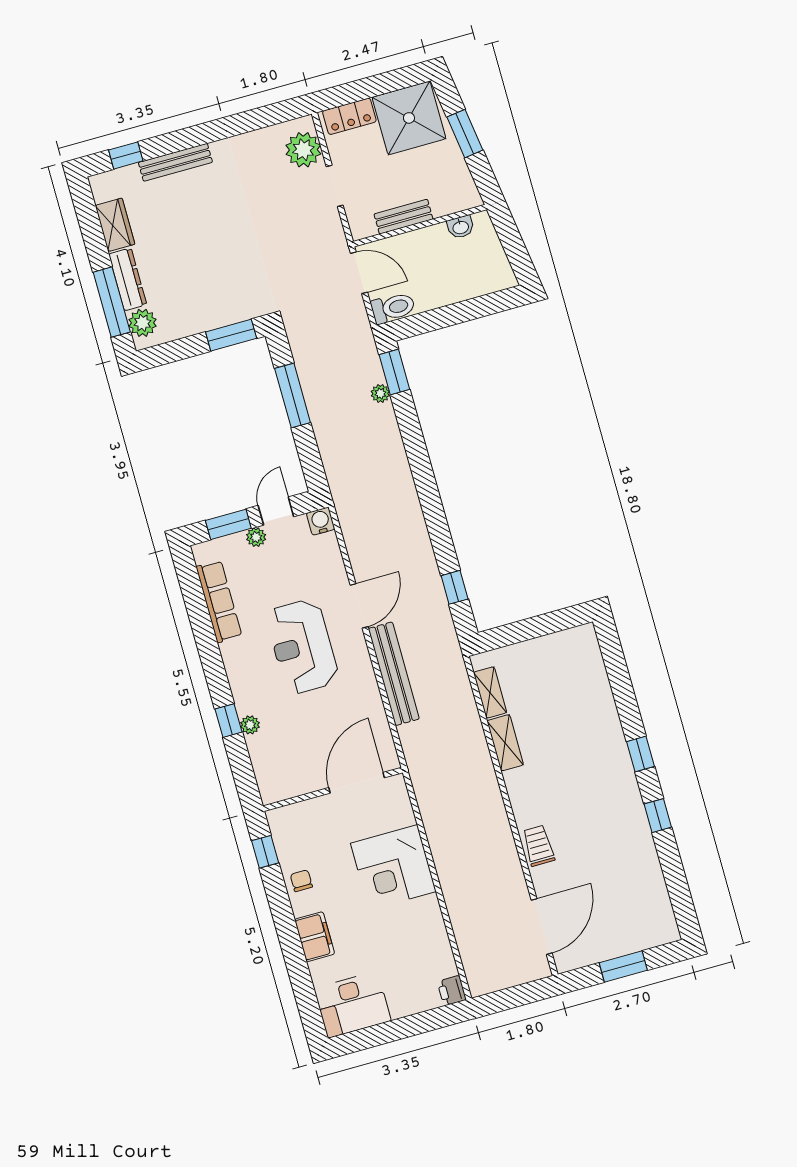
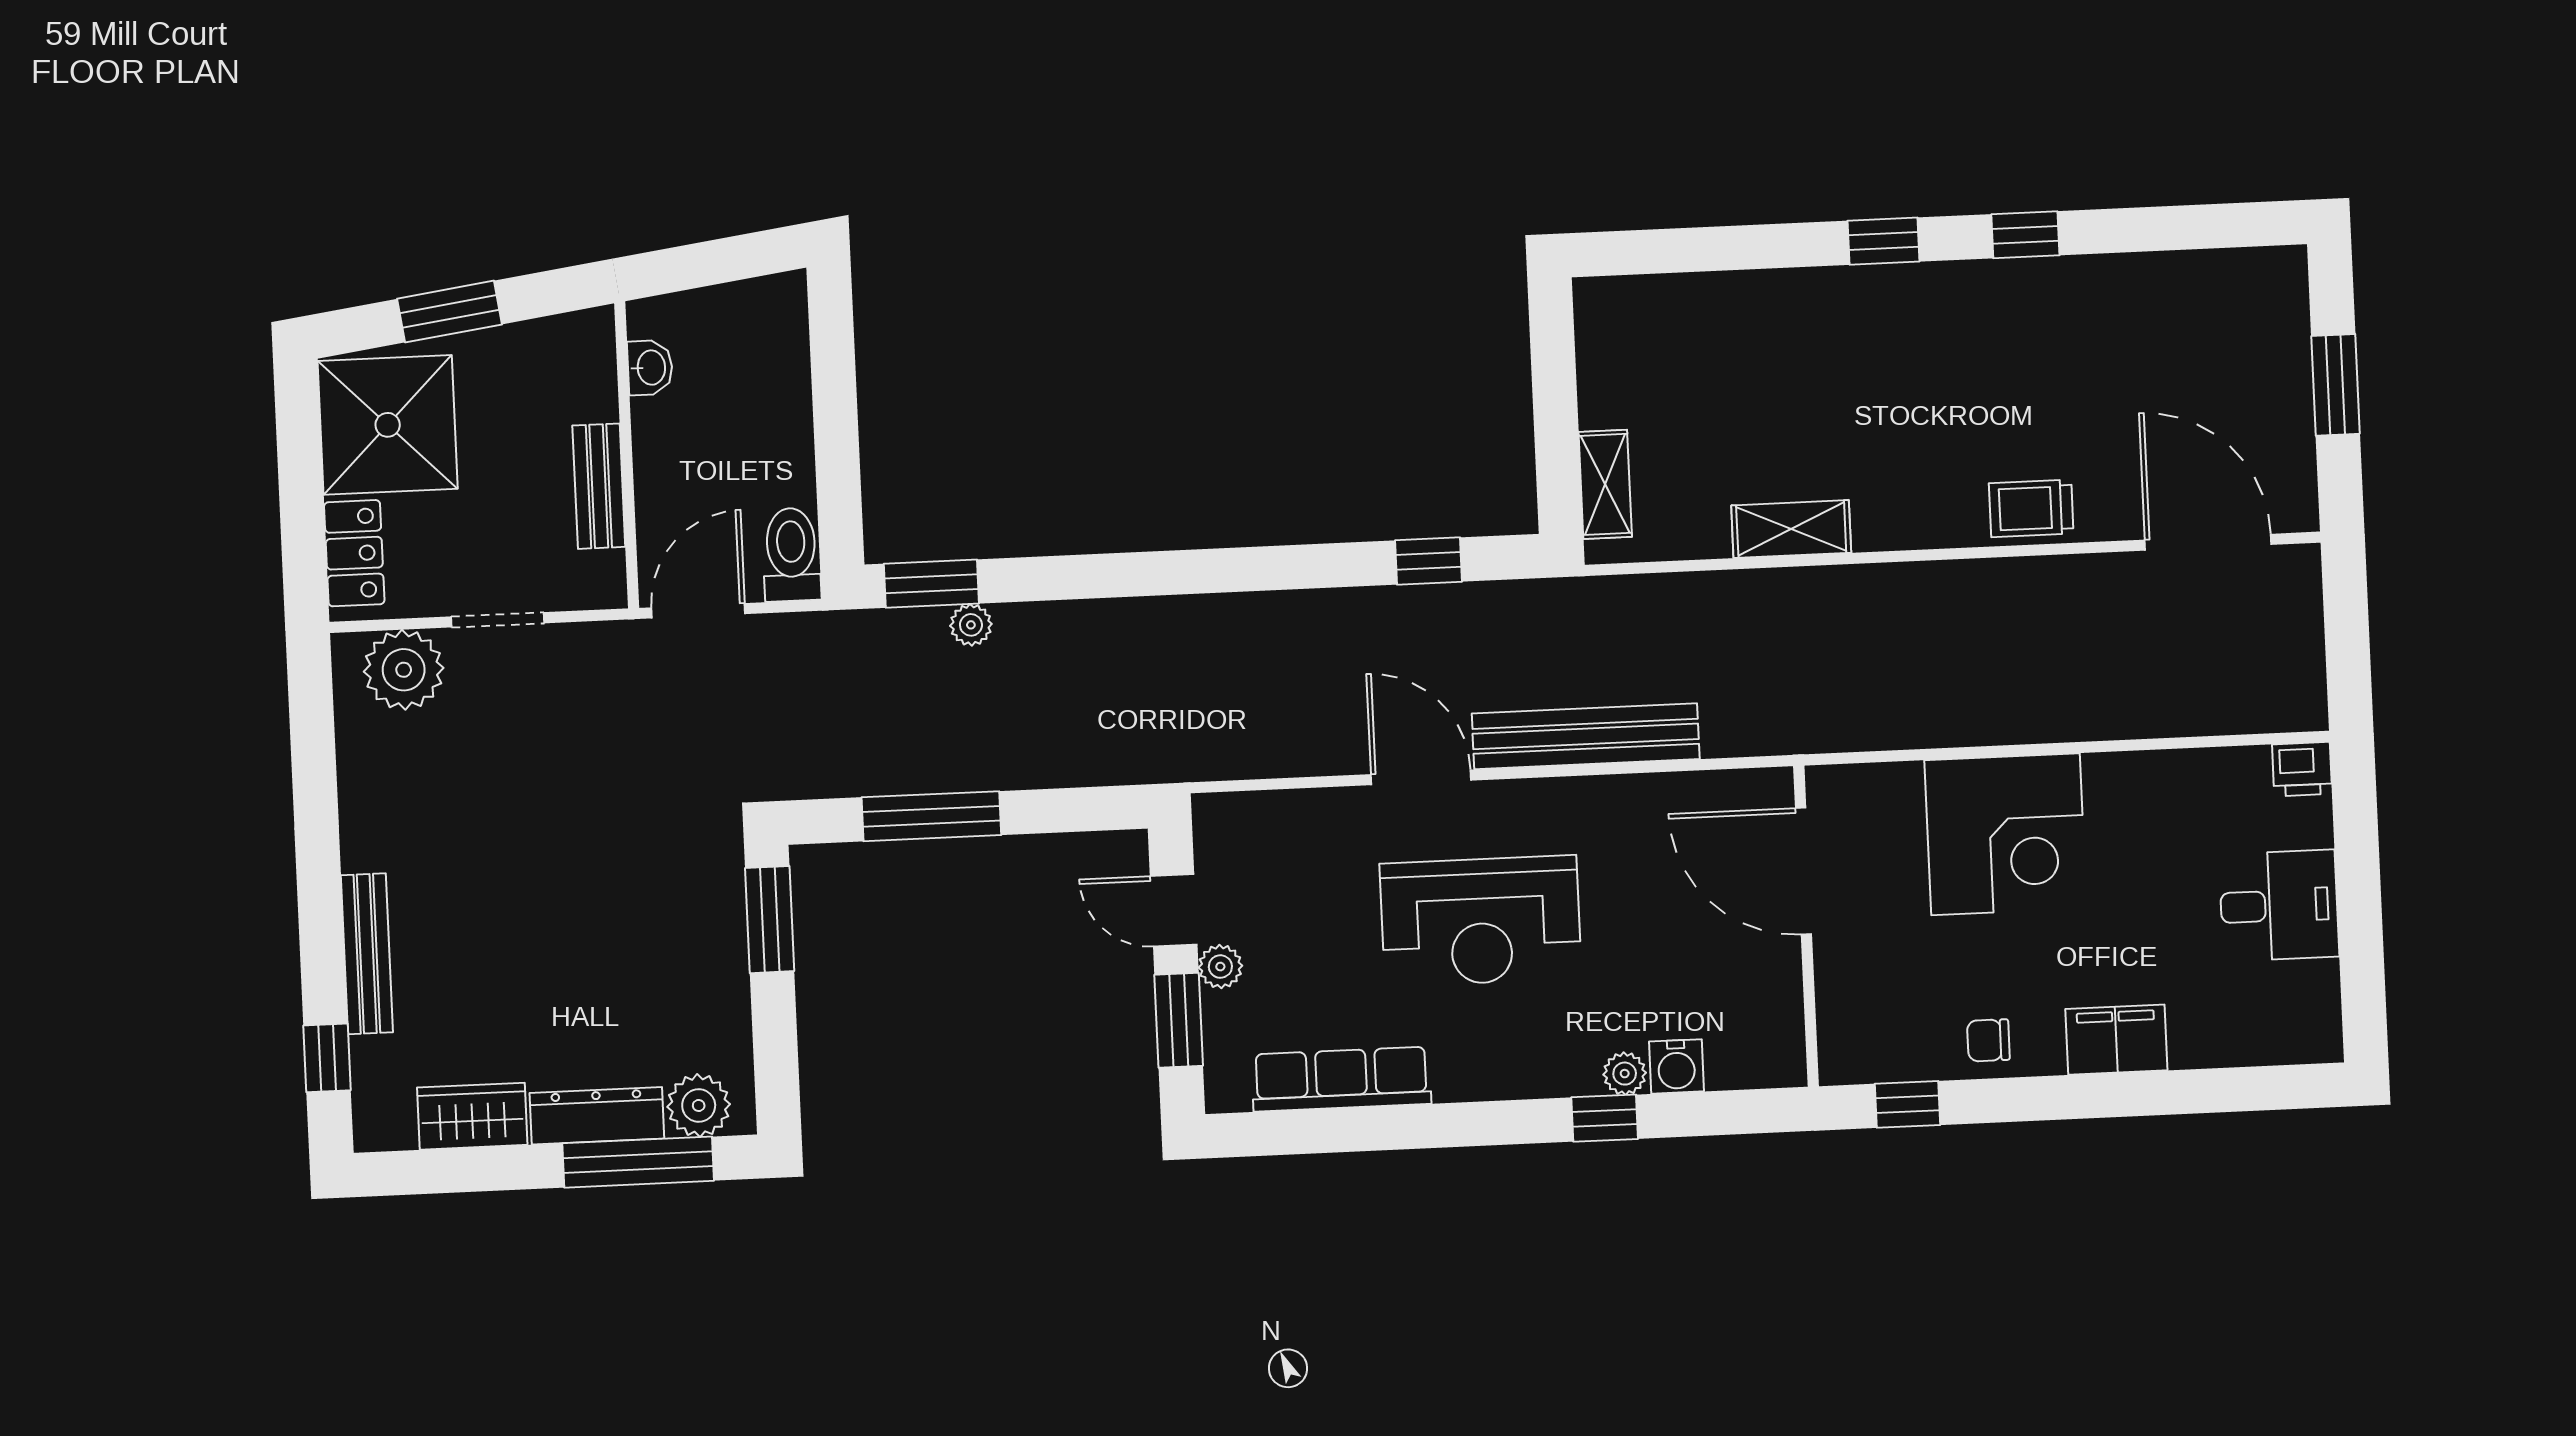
water cooler: (321, 521) -> (1677, 1066), moved, turned -90
shelving: (490, 692) -> (1605, 484), moved, turned 90
desk: (353, 1005) -> (2279, 906), moved, width x0.73

